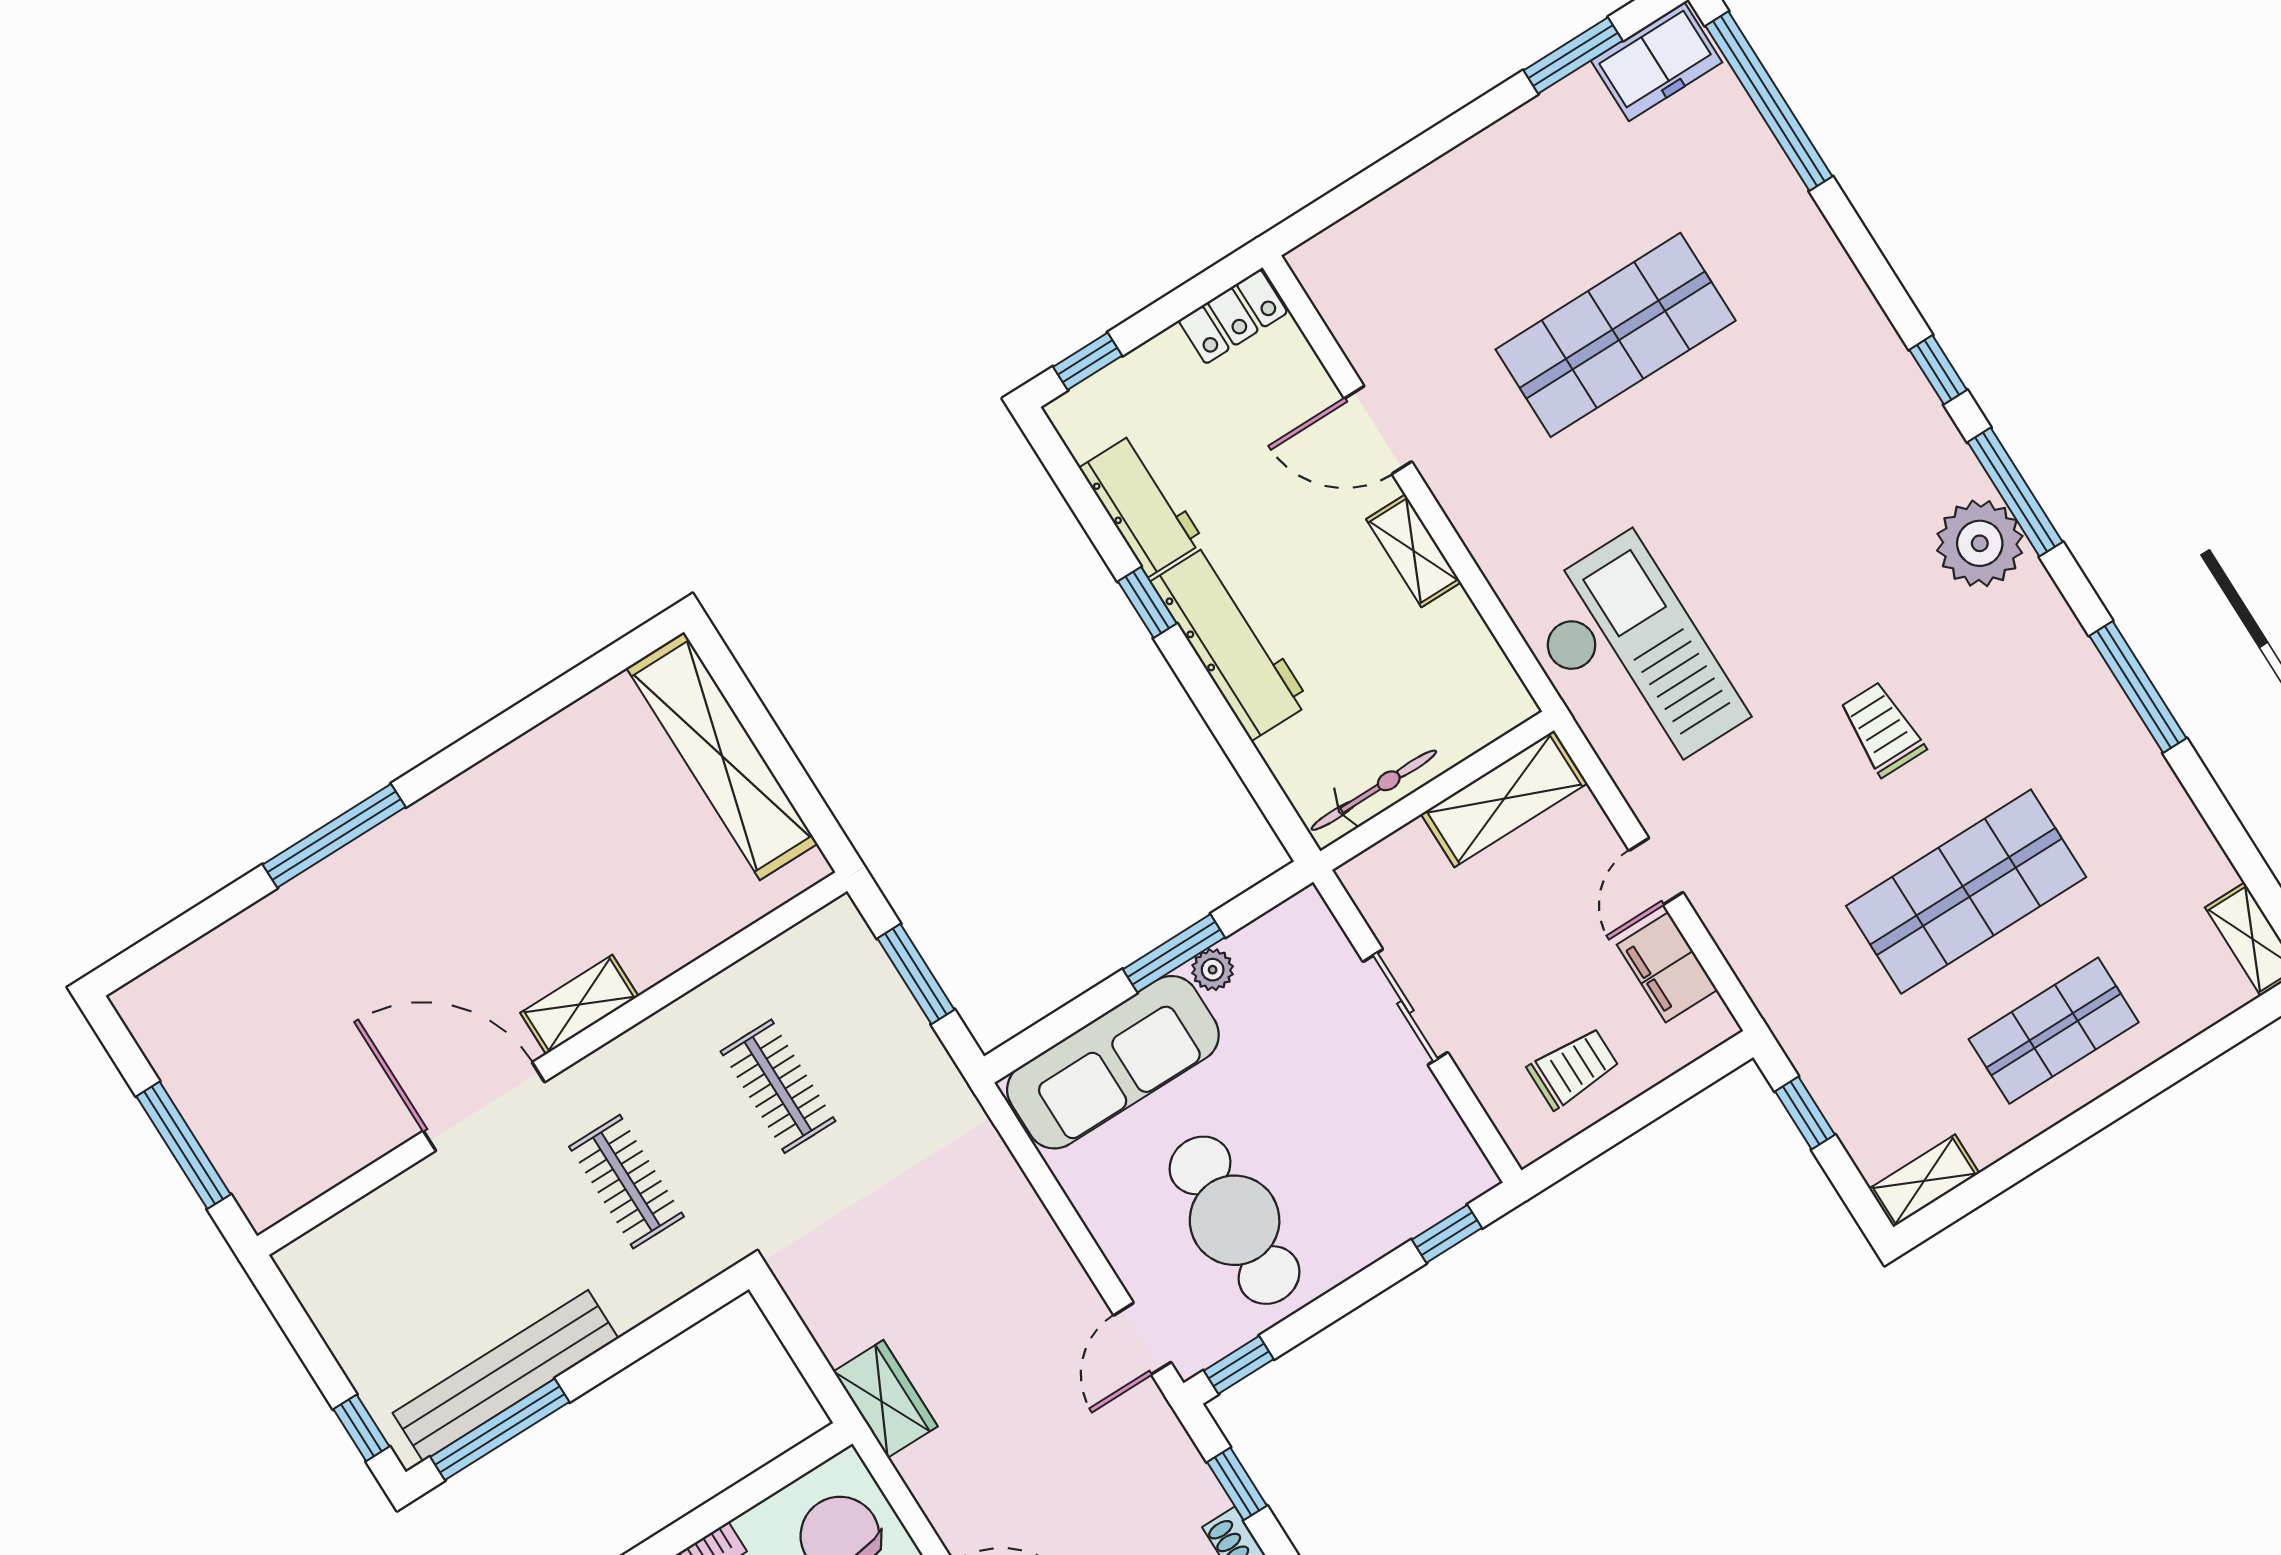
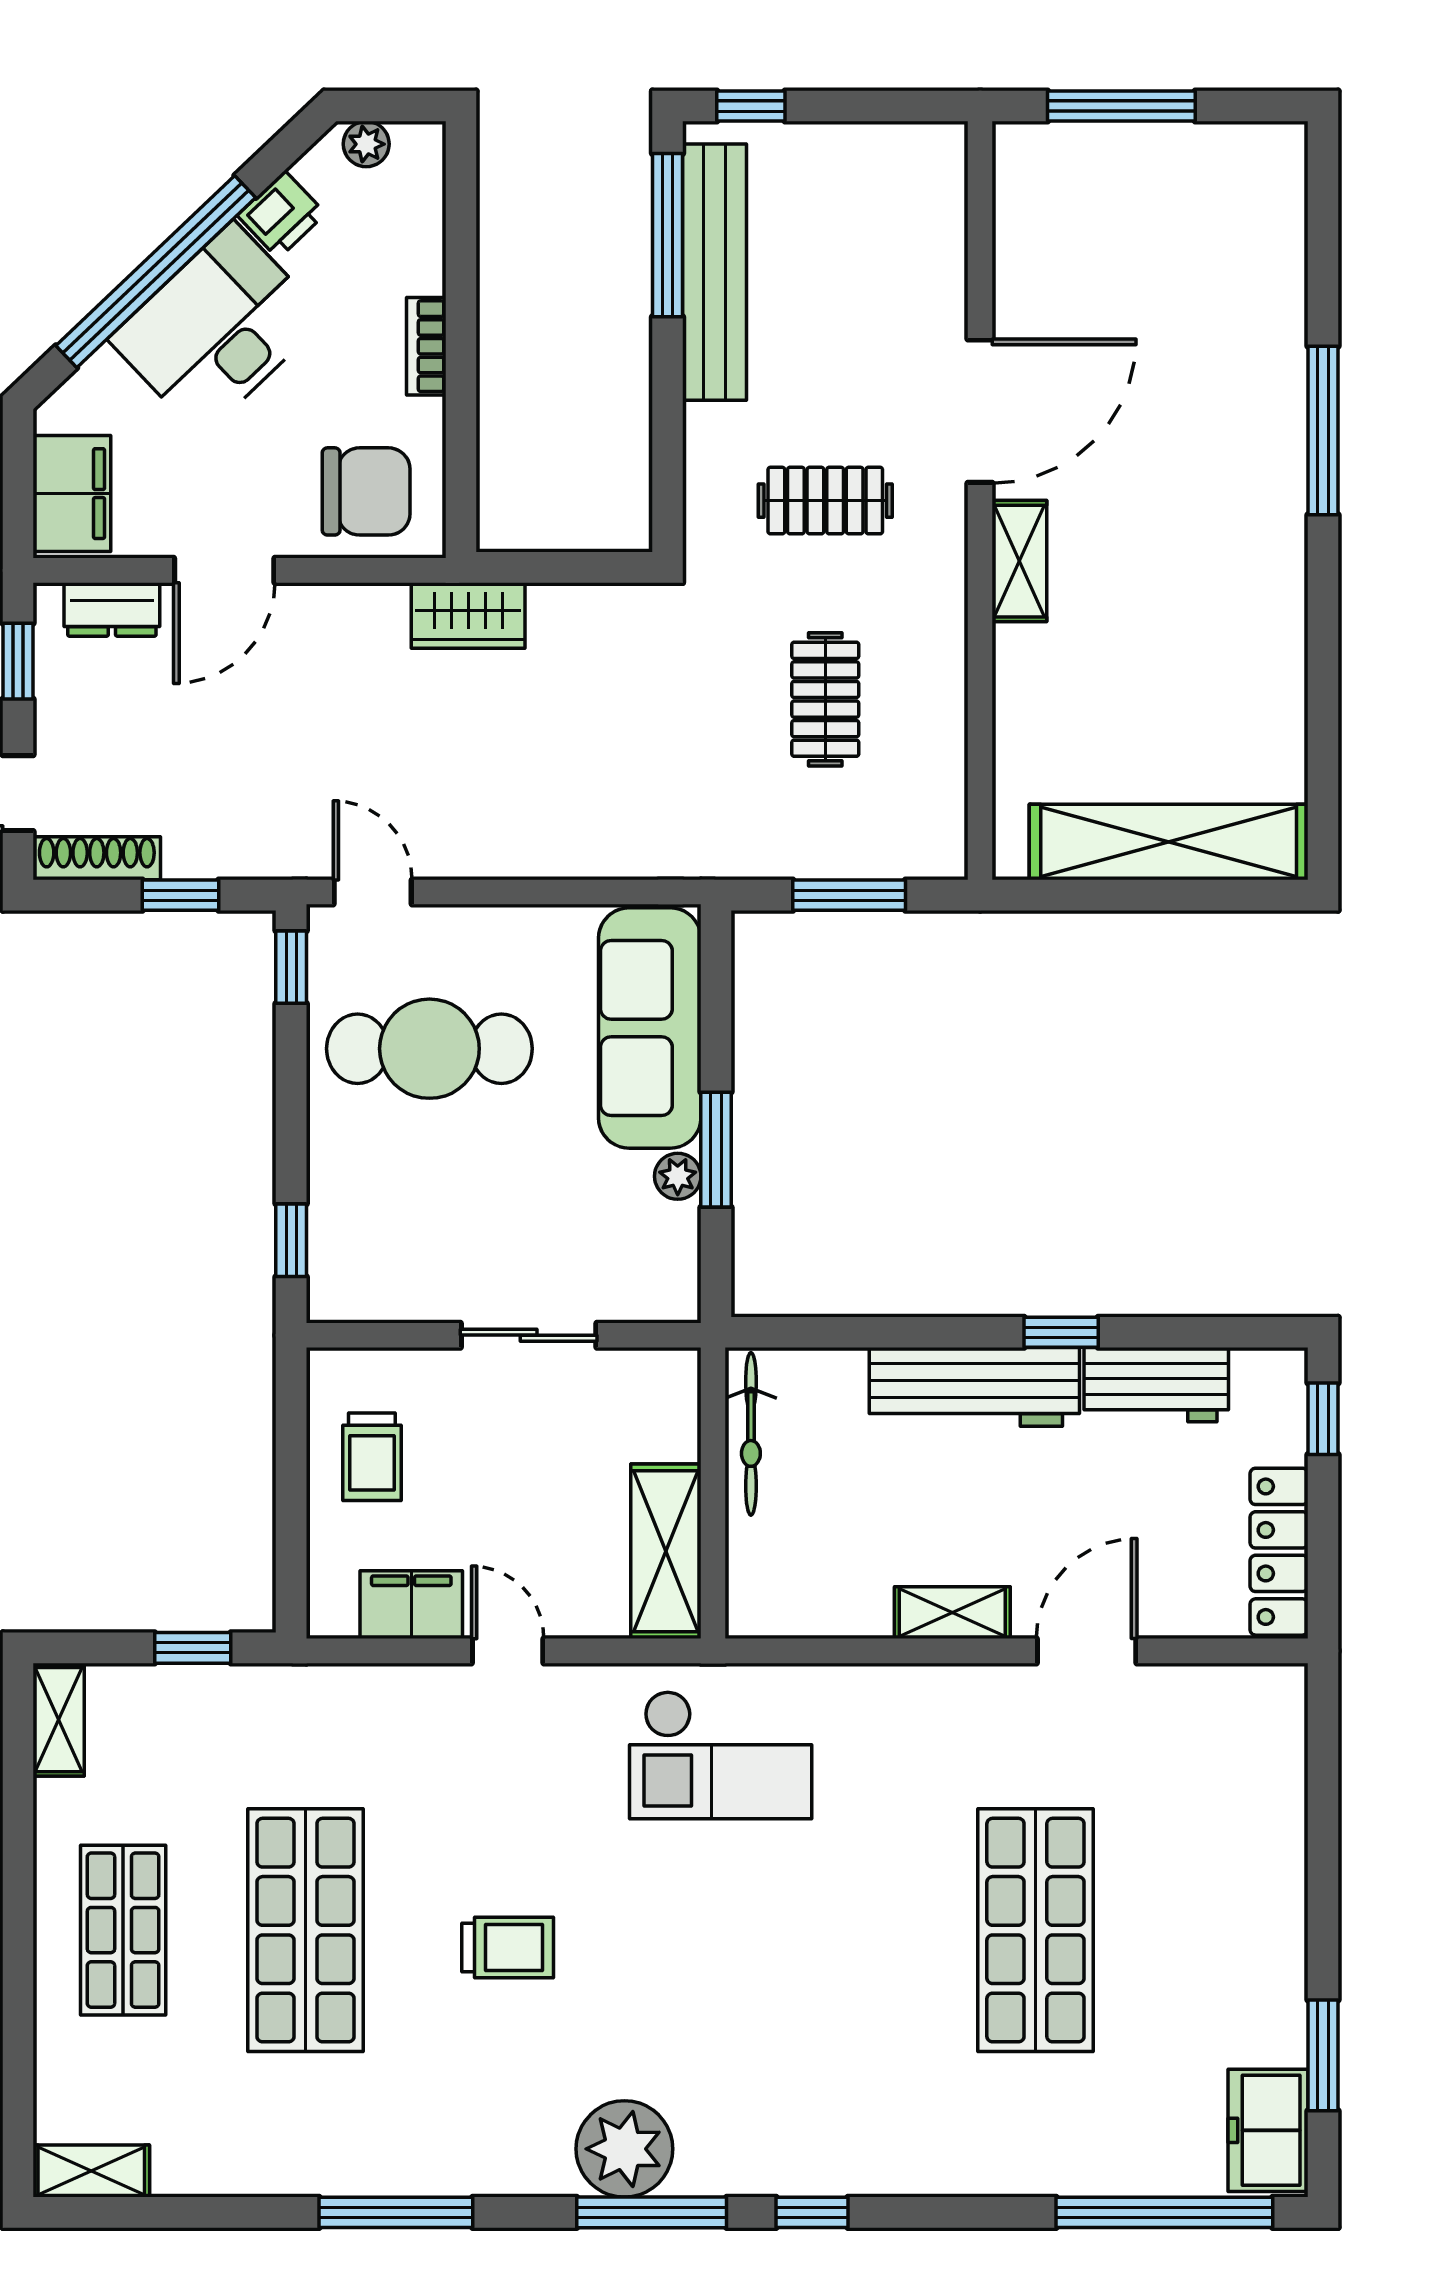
locker: (1233, 317) -> (1279, 1552), width x1.53
checkout: (1633, 659) -> (721, 1755), width x0.73, depth x0.83
clothes rail: (778, 1086) -> (825, 699), turned 90

